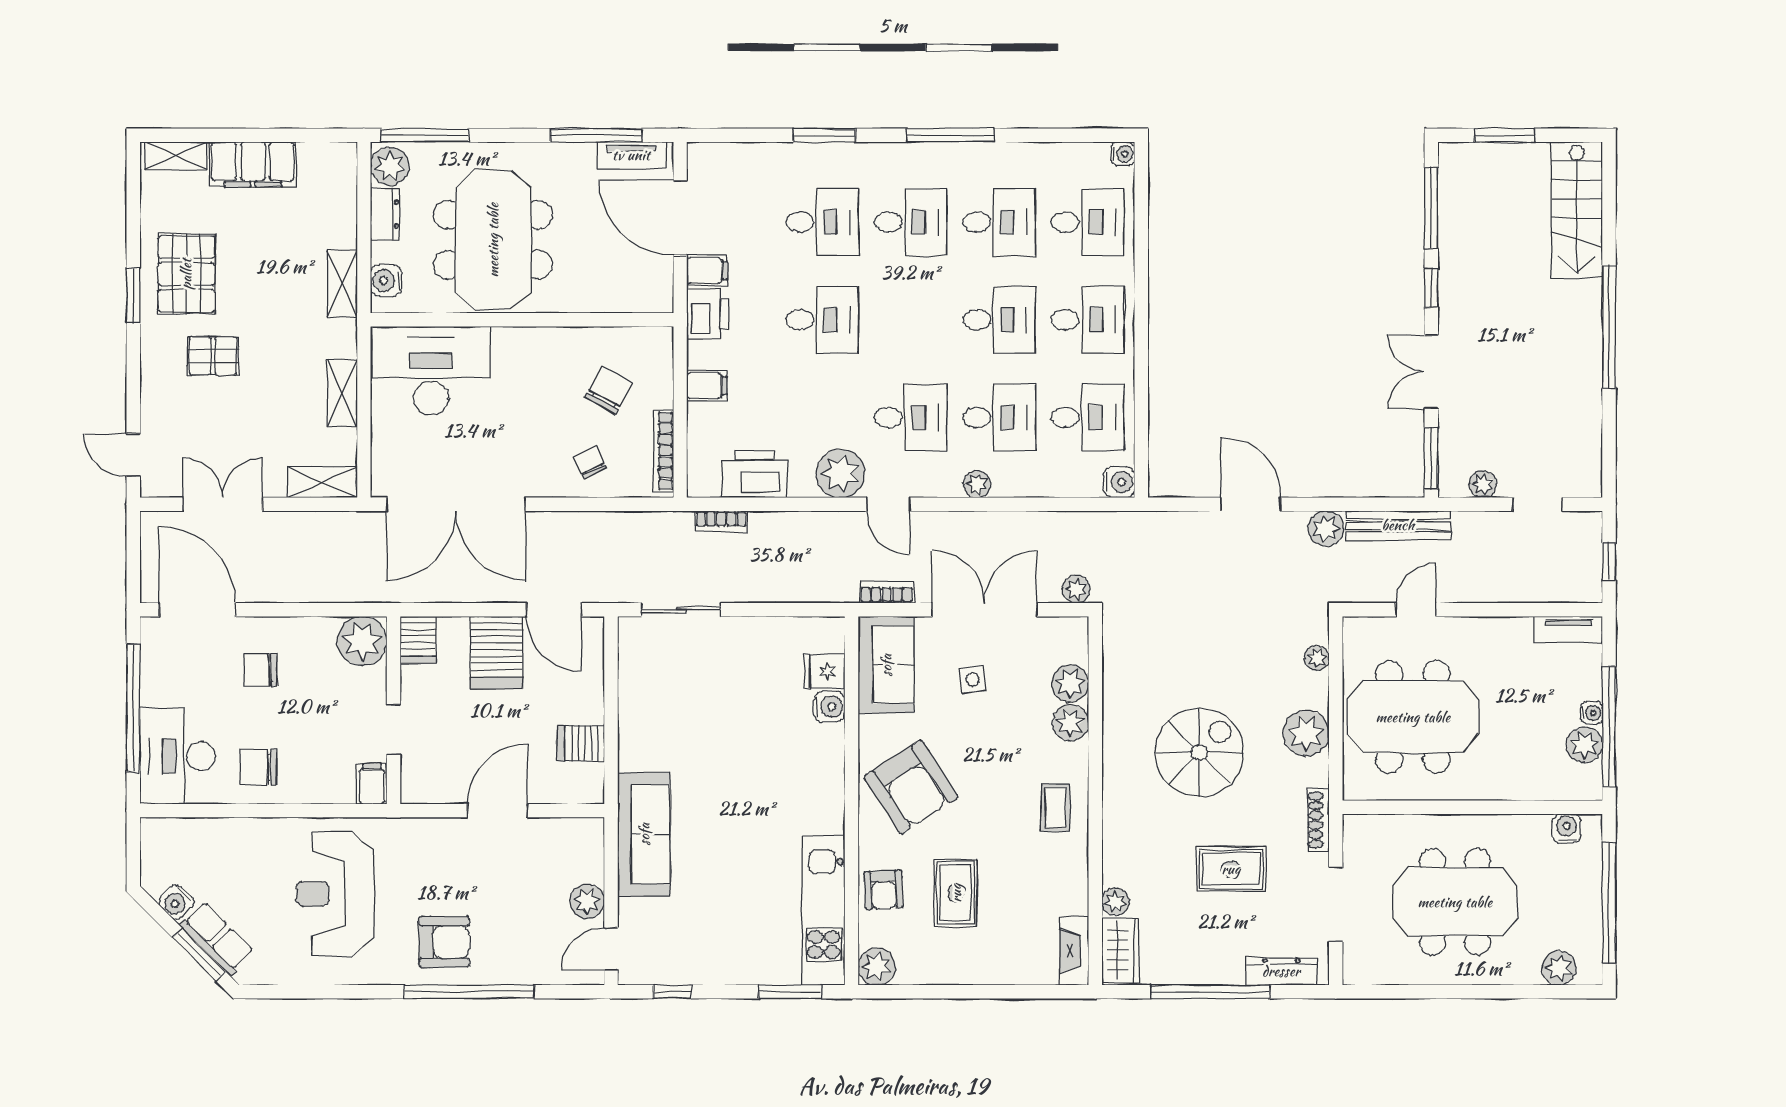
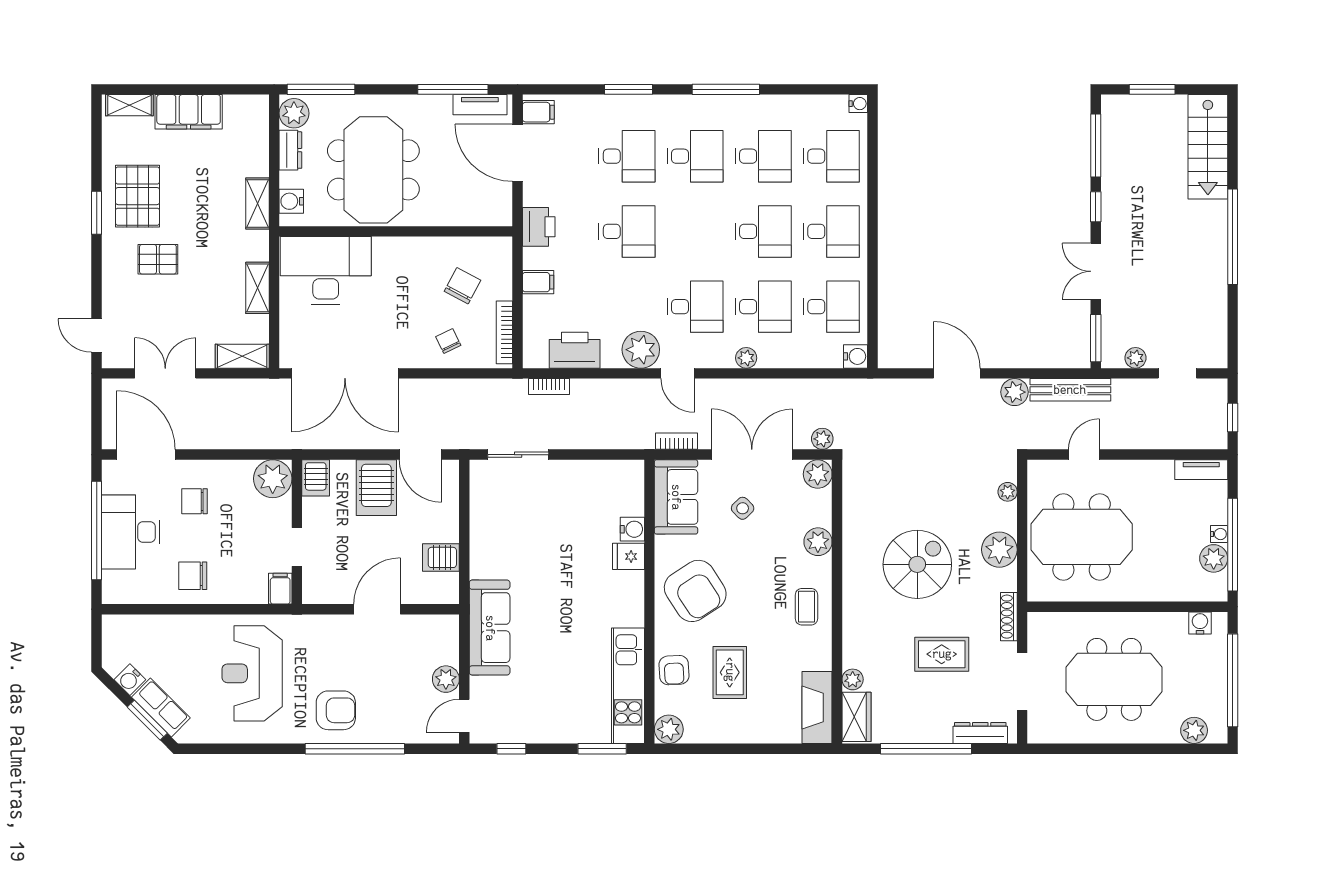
filing cabinet: (707, 270) -> (538, 112), moved
fridge: (824, 671) -> (628, 556), moved
side table: (972, 679) -> (743, 508), turned -37
plant: (1070, 684) -> (818, 474), moved
desk: (178, 756) -> (131, 532), moved
fireplace: (1074, 951) -> (817, 708), width x1.37, depth x1.32

